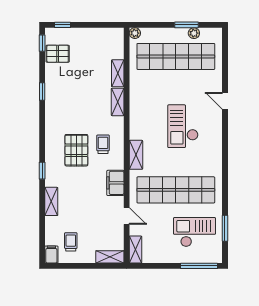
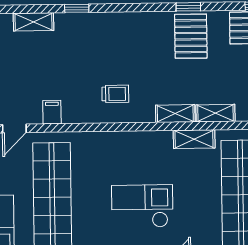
pallet: (76, 150) -> (191, 36), moved, turned 90
shelving: (136, 155) -> (194, 139), moved
filing cabinet: (115, 183) -> (52, 112), width x0.50

